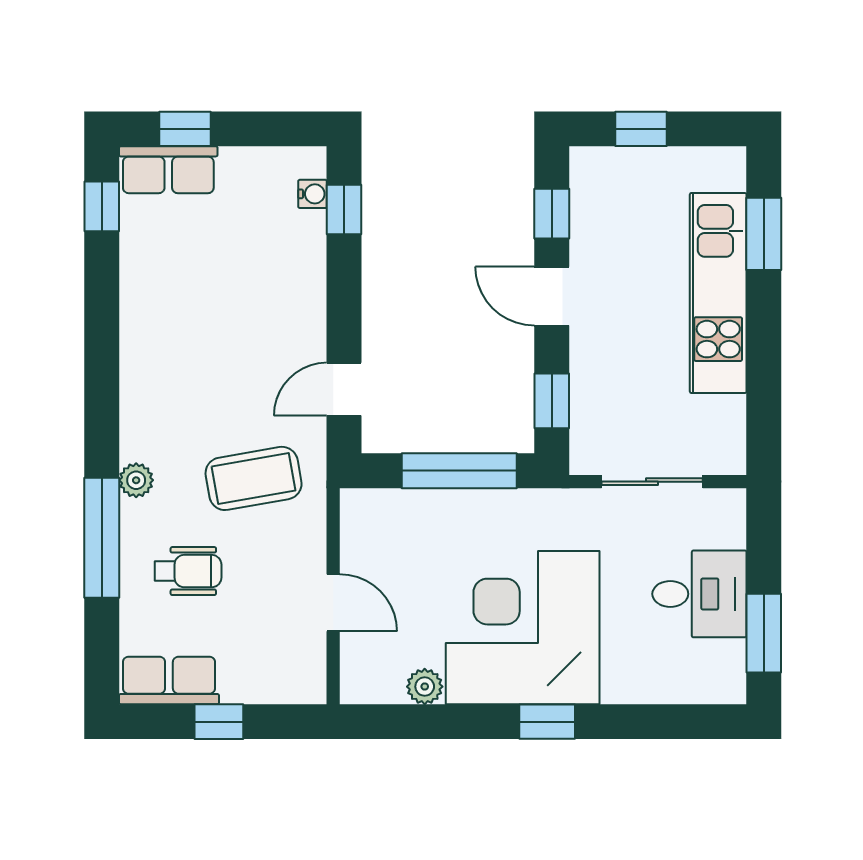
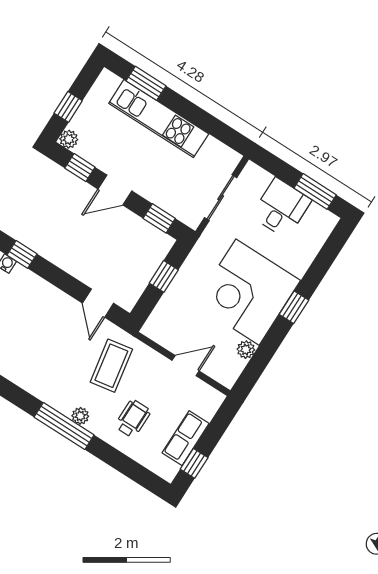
plant: (587, 164) -> (69, 139), added
window: (459, 471) -> (164, 276), width x0.46
window: (102, 538) -> (64, 426), moved
row of seats: (169, 680) -> (186, 438), moved
window: (219, 722) -> (194, 463), moved

